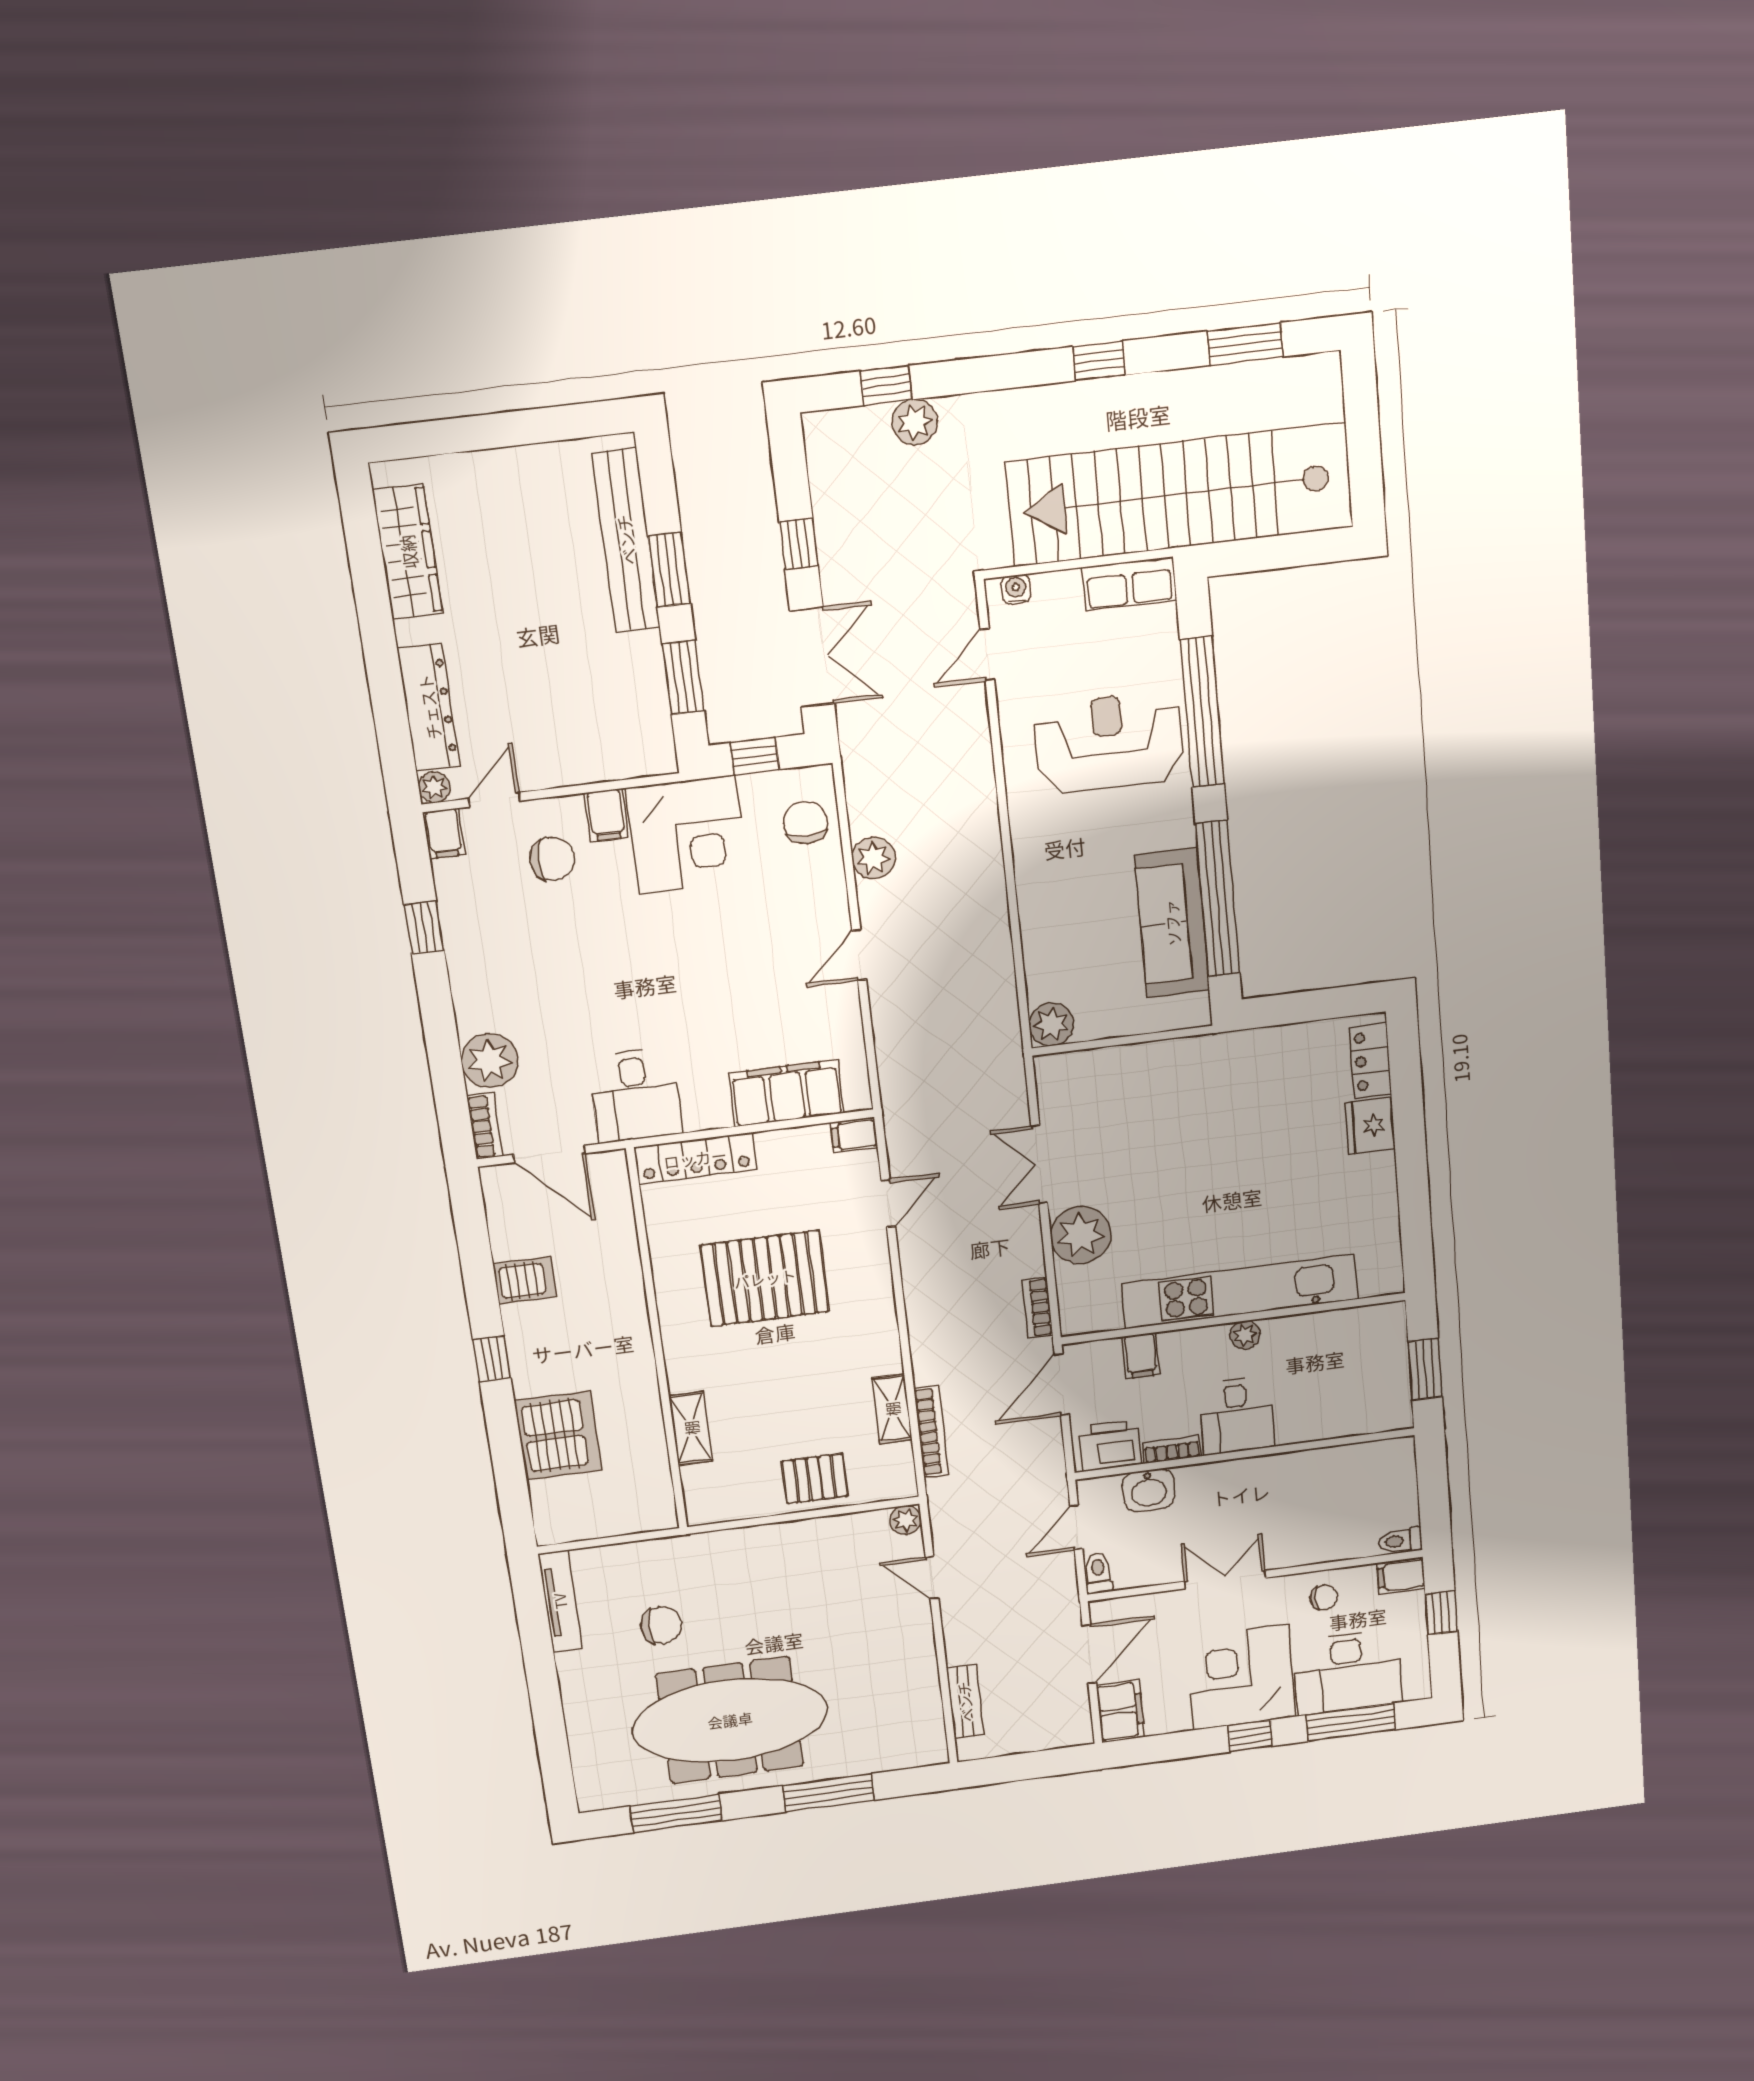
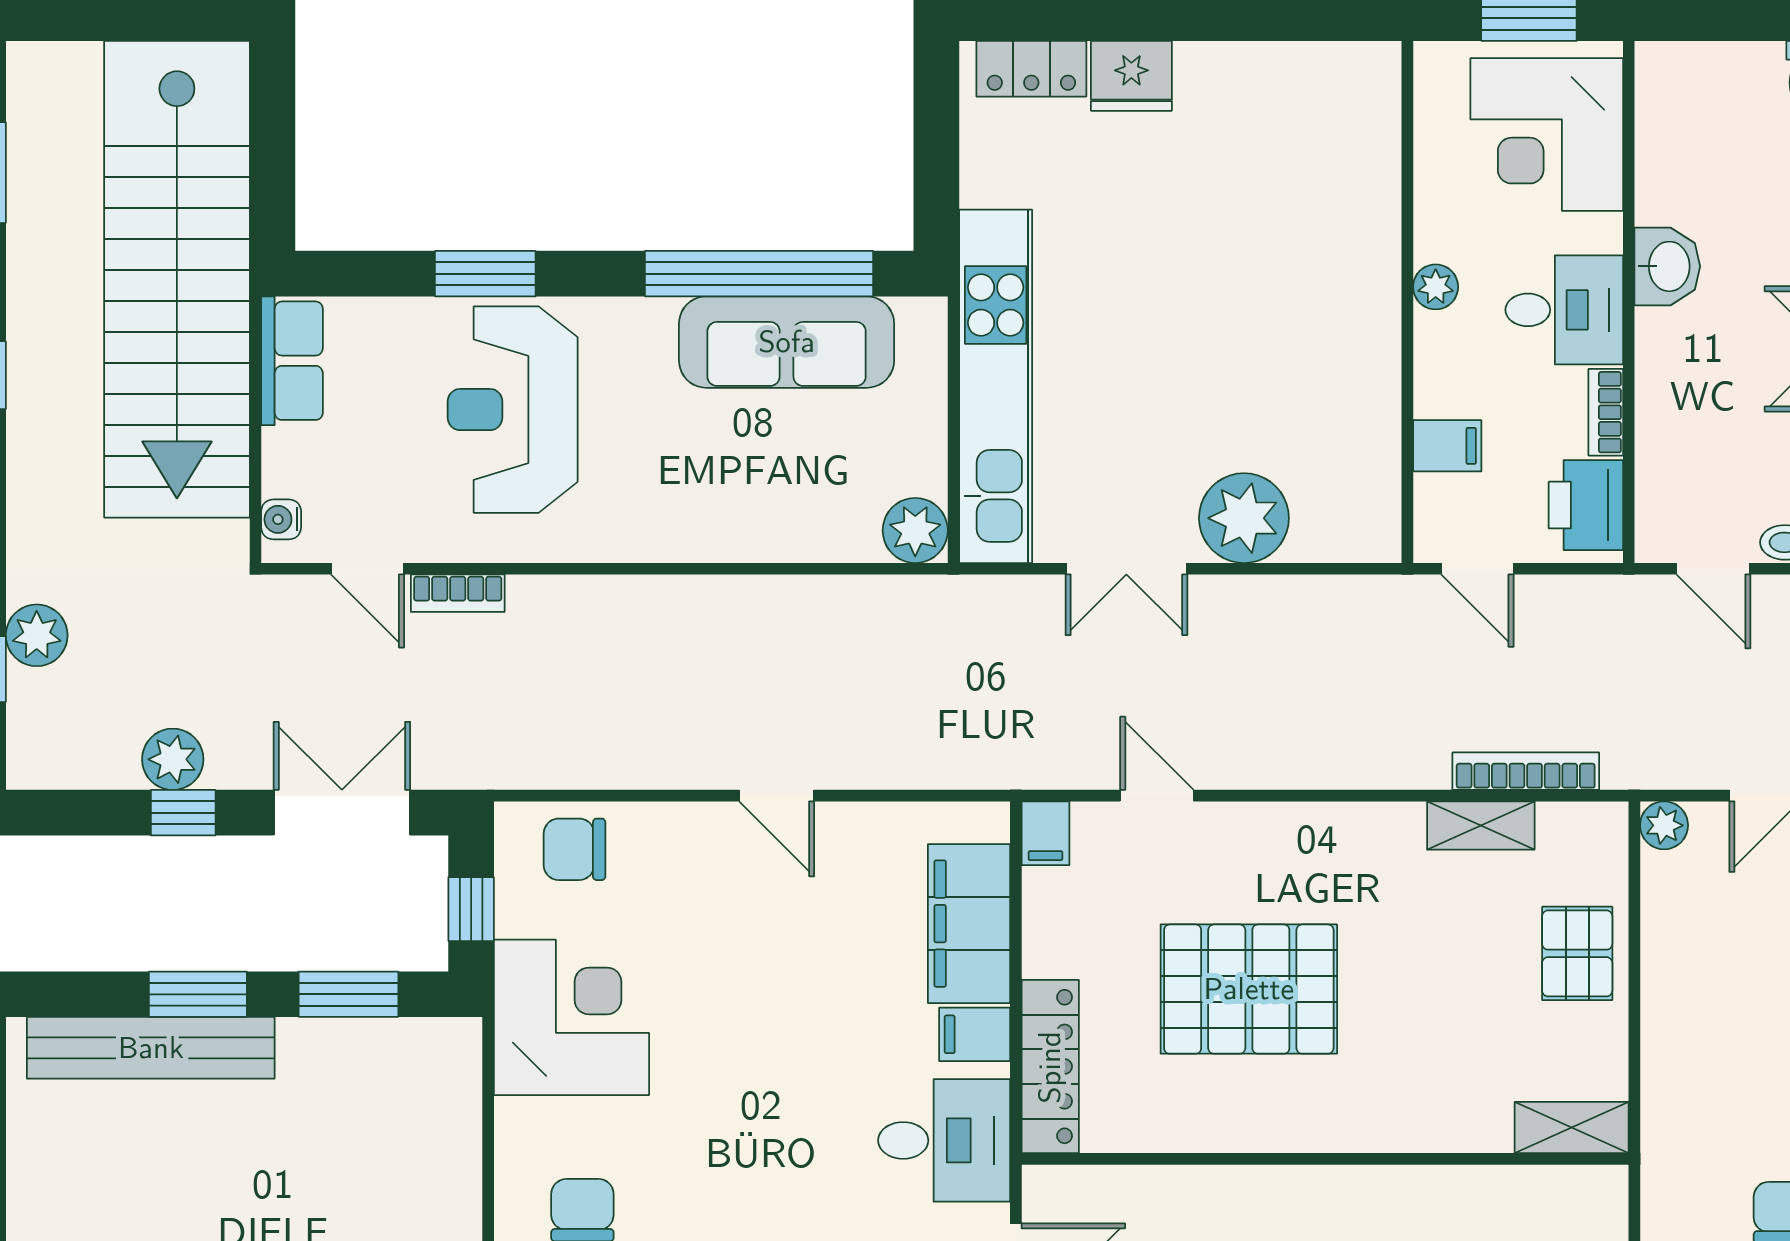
window: (1202, 712) -> (485, 274), width x0.47
filing cabinet: (606, 815) -> (975, 1034), moved, turned 180
plant: (874, 858) -> (173, 759), moved
pallet: (765, 1278) -> (1249, 989), turned 90
kitchen unit: (1240, 1291) -> (996, 386), moved, turned 180
bookcase: (1037, 1308) -> (458, 593), moved
door: (1062, 1385) -> (1477, 569), width x0.73
corner desk: (1350, 1390) -> (1547, 135), added
shelving: (691, 1428) -> (1572, 1128), moved
washbasin: (1149, 1490) -> (1667, 266), moved

